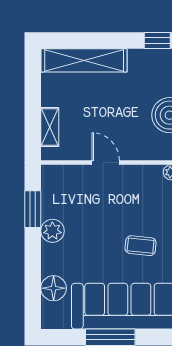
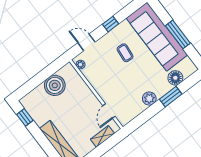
door: (106, 163) -> (109, 111), moved
window: (33, 209) -> (171, 97), moved

